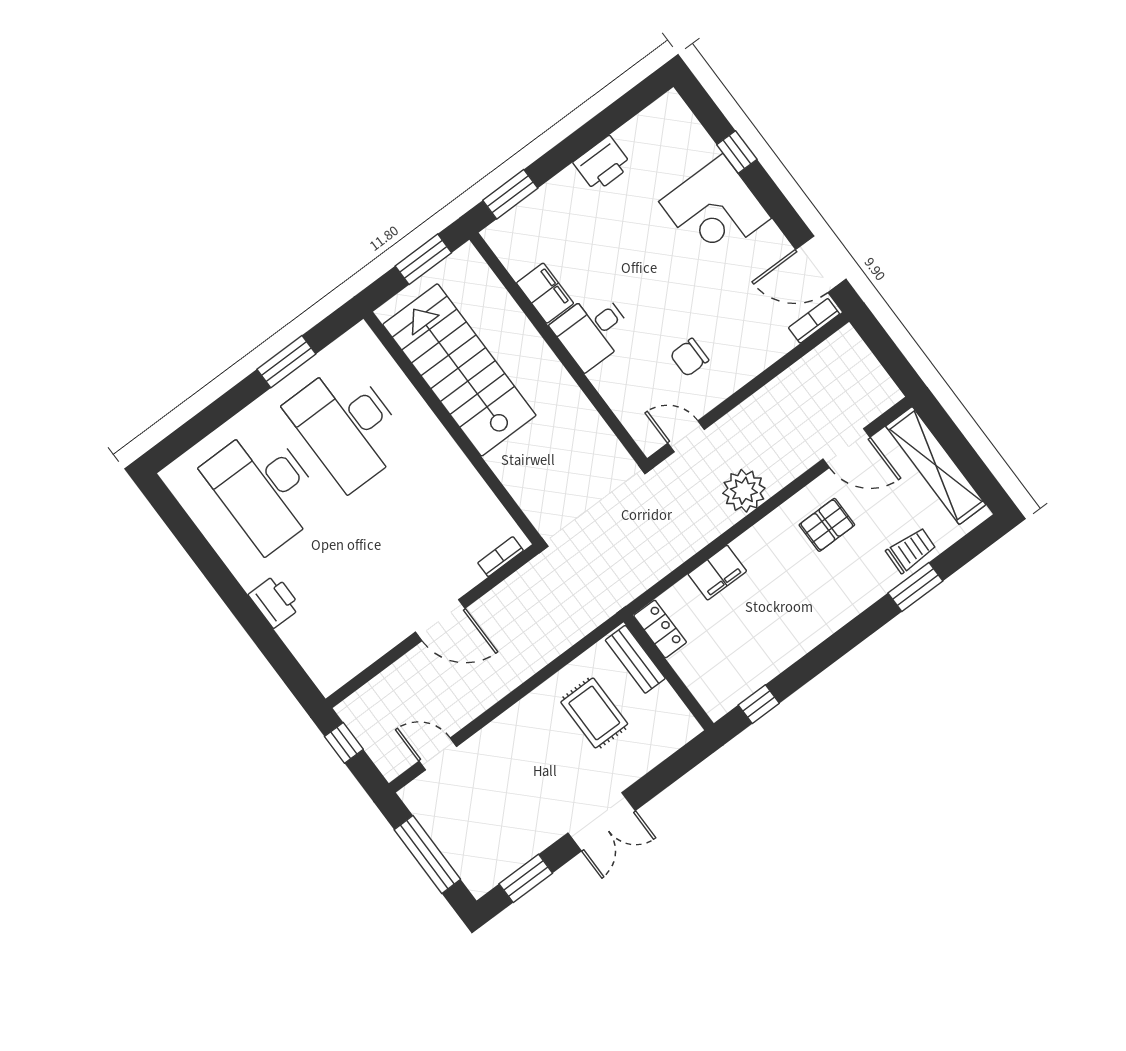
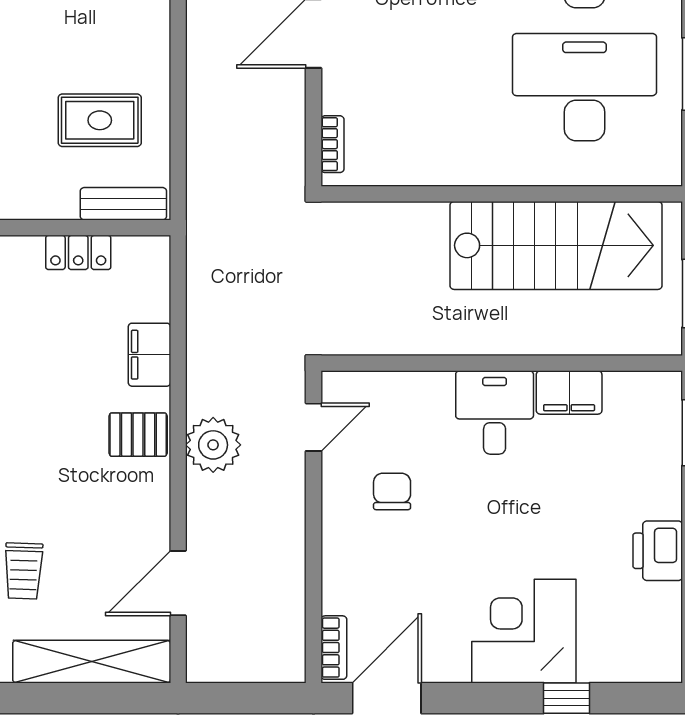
pallet: (827, 525) -> (138, 435), moved, turned 90
locker: (660, 629) -> (78, 252), moved

